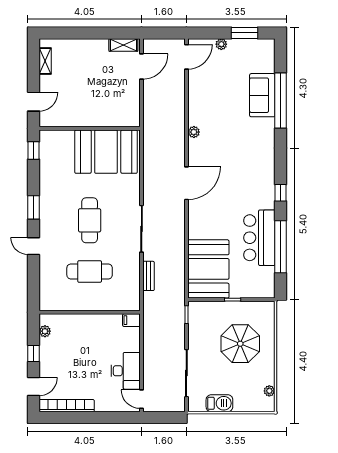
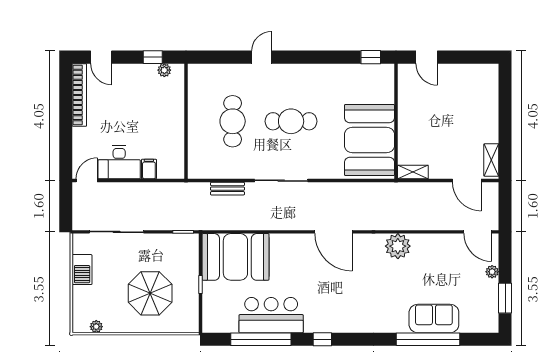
shelving: (45, 61) -> (413, 172), moved
plant: (194, 132) -> (398, 246), width x1.88, depth x1.88
window: (33, 207) -> (306, 57), removed
filing cabinet: (131, 320) -> (149, 169), moved
window: (33, 353) -> (153, 57), moved

